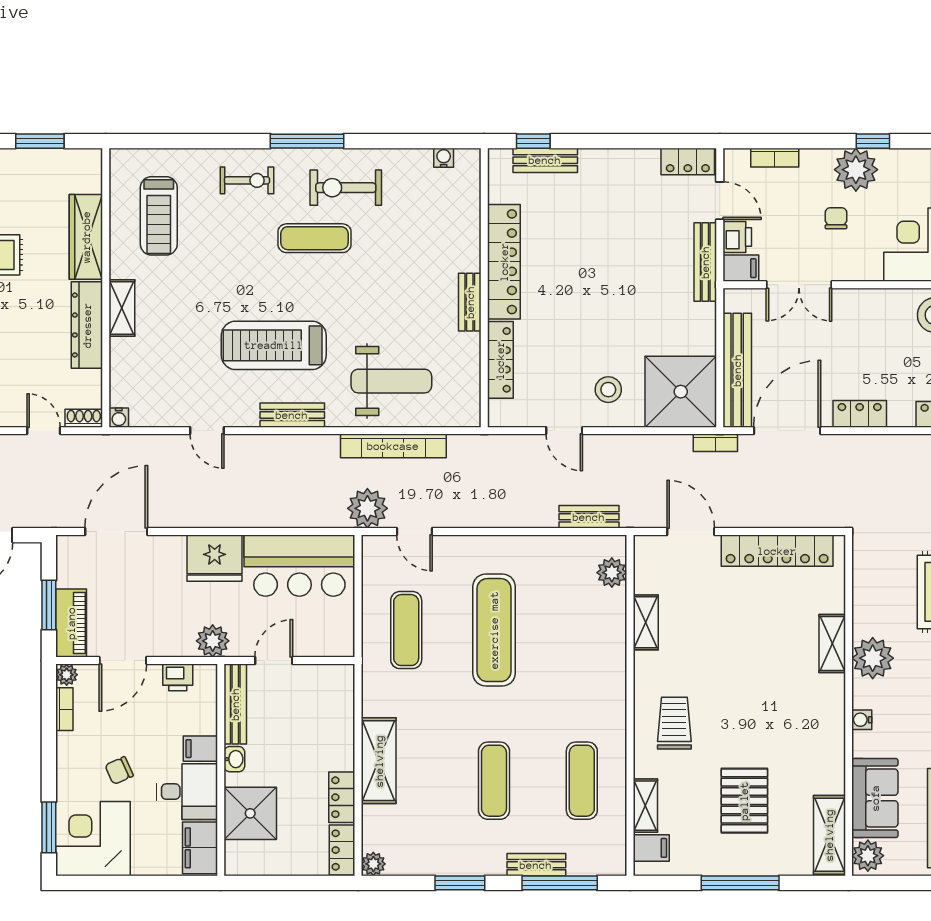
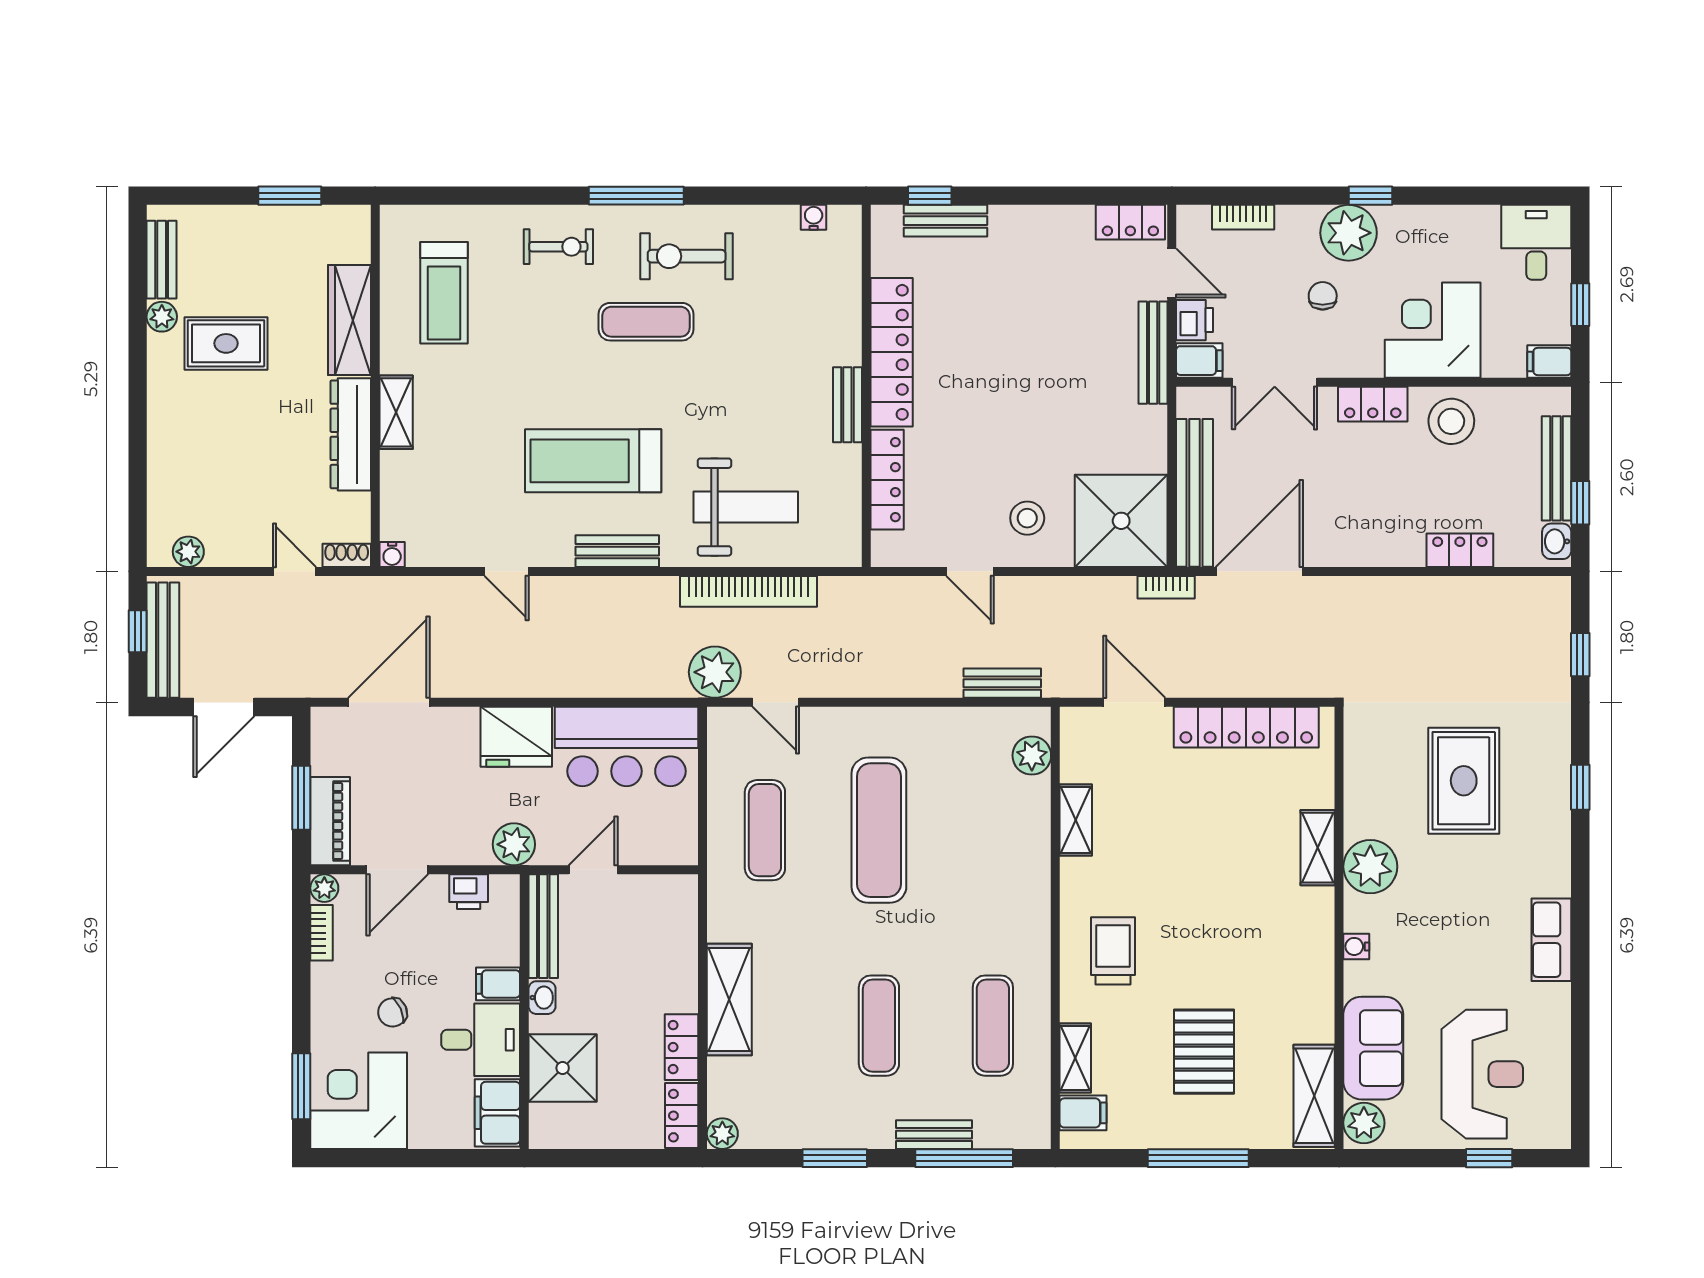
locker: (860, 414) -> (1373, 404), moved, turned 180

